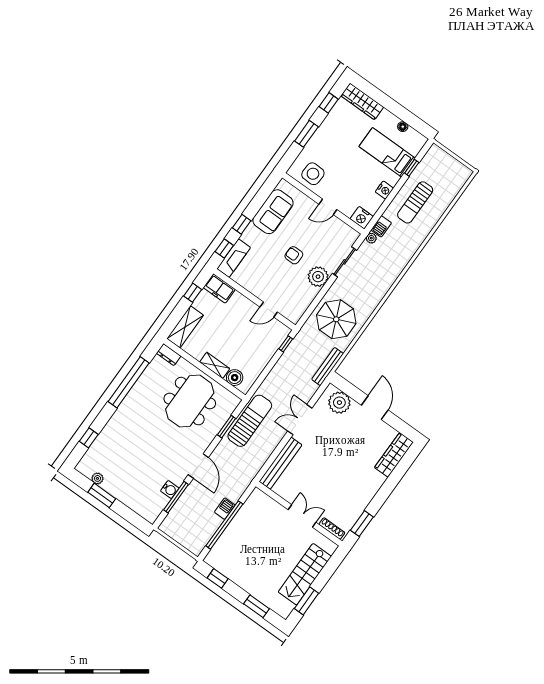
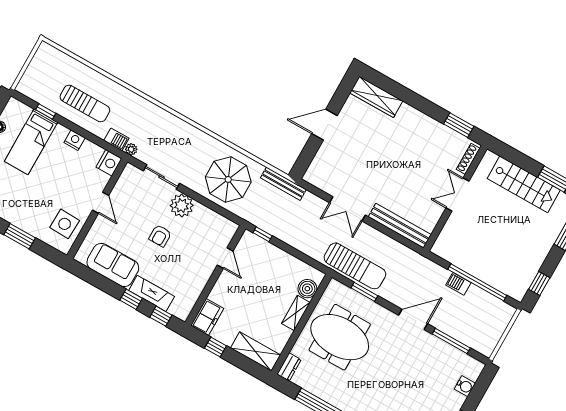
fireplace: (234, 258) -> (152, 293), moved
plant: (339, 403) -> (323, 166), removed
sun lounger: (250, 421) -> (355, 266), turned 180
water cooler: (170, 489) -> (465, 386), moved, turned 90

